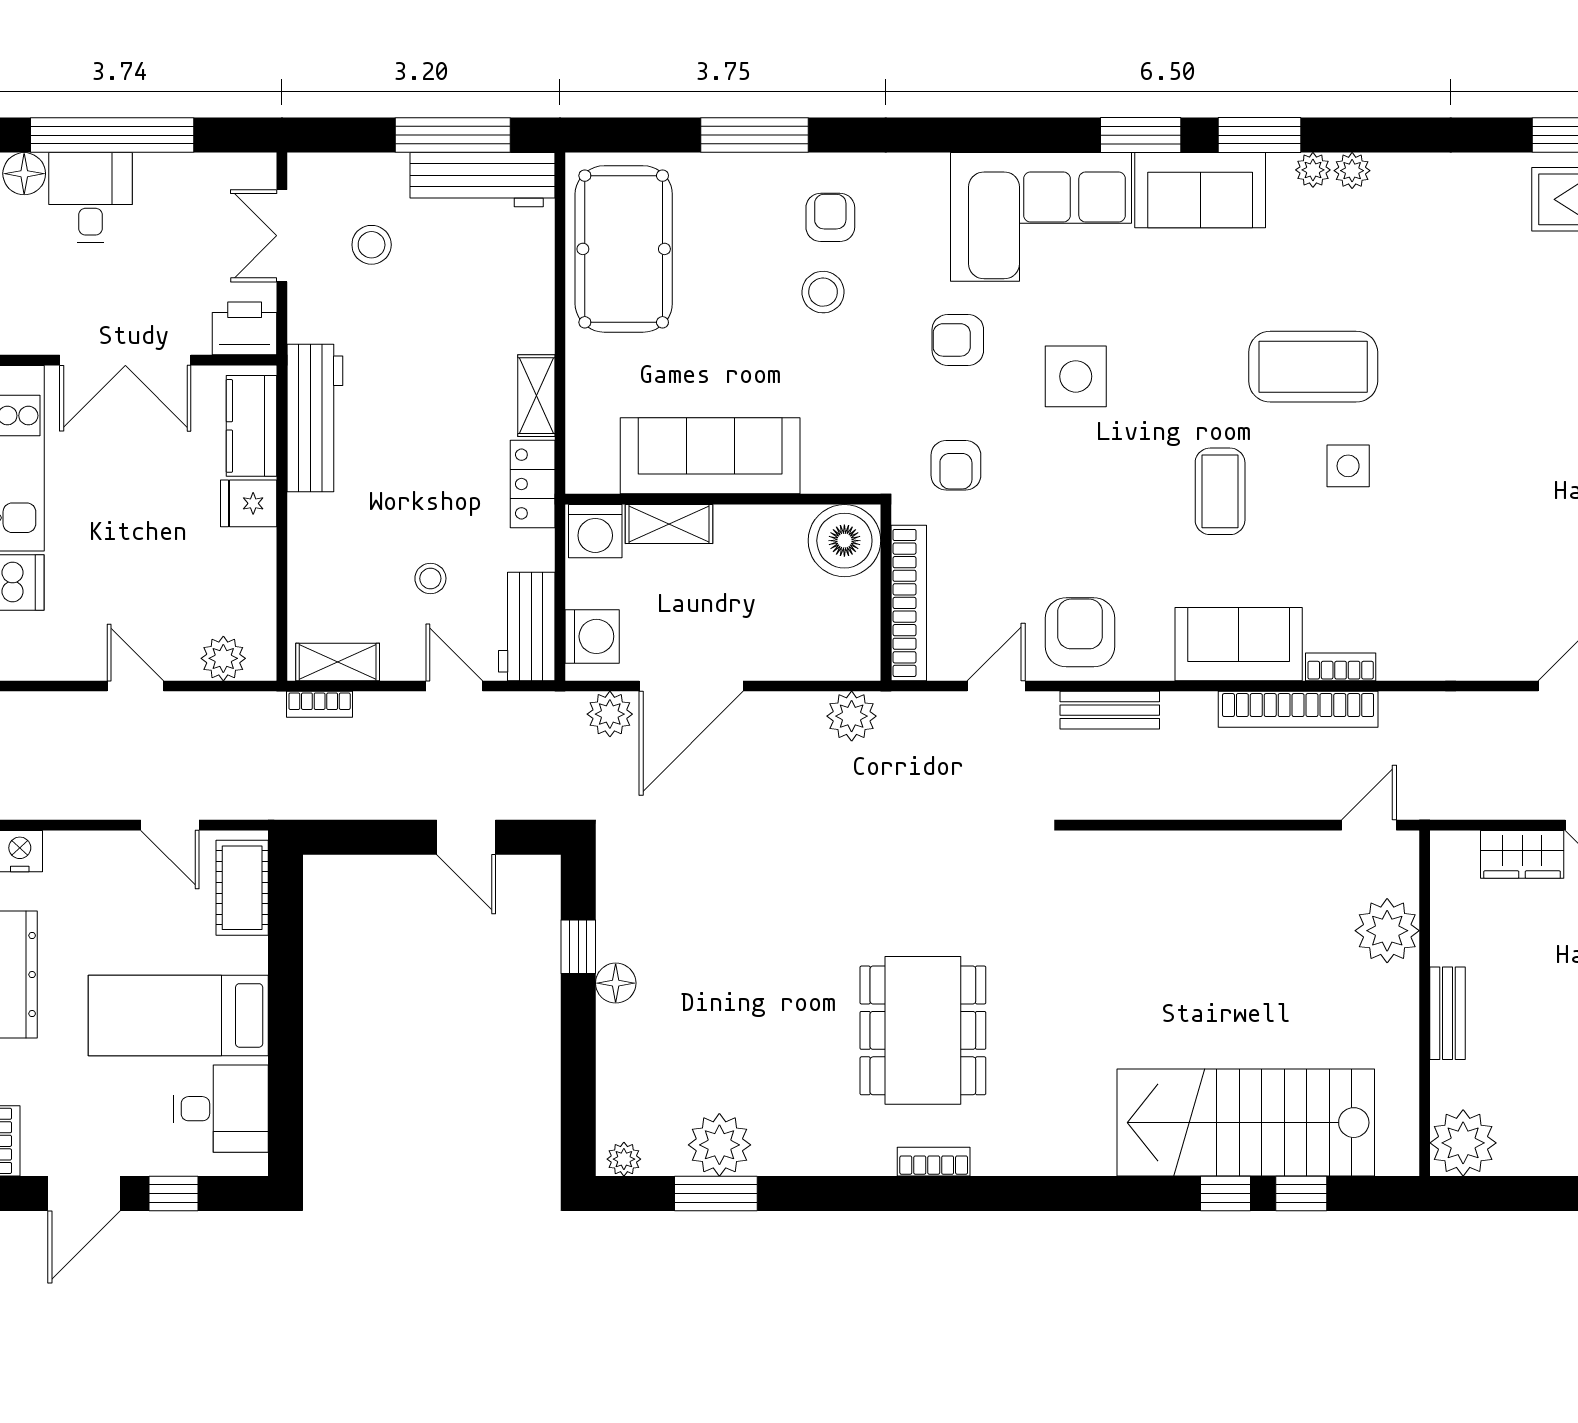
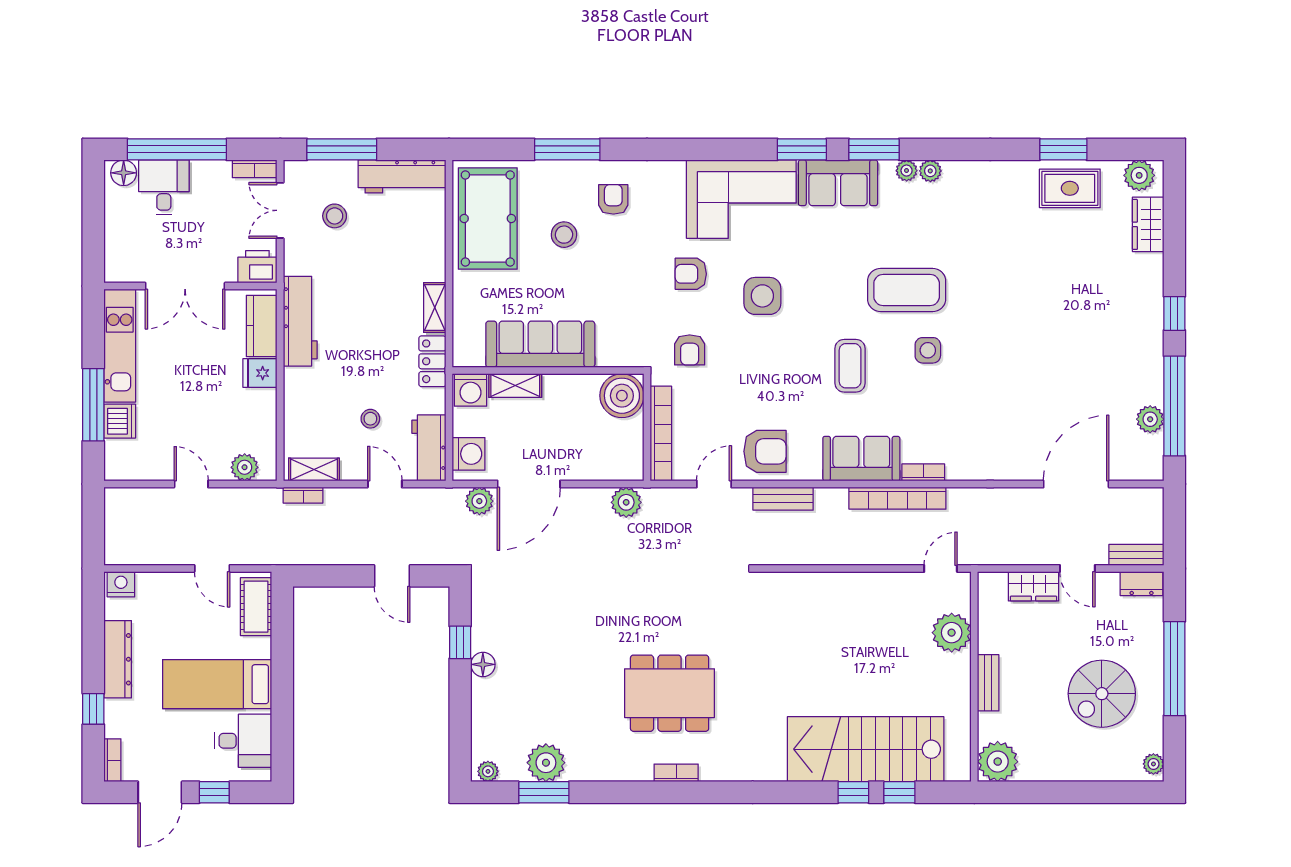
window: (453, 135) -> (342, 149), moved
bookcase: (240, 167) -> (255, 169), added
stool: (823, 292) -> (564, 235), moved
armchair: (1080, 632) -> (765, 451), turned 90
dining table: (923, 1030) -> (670, 693), turned 90

